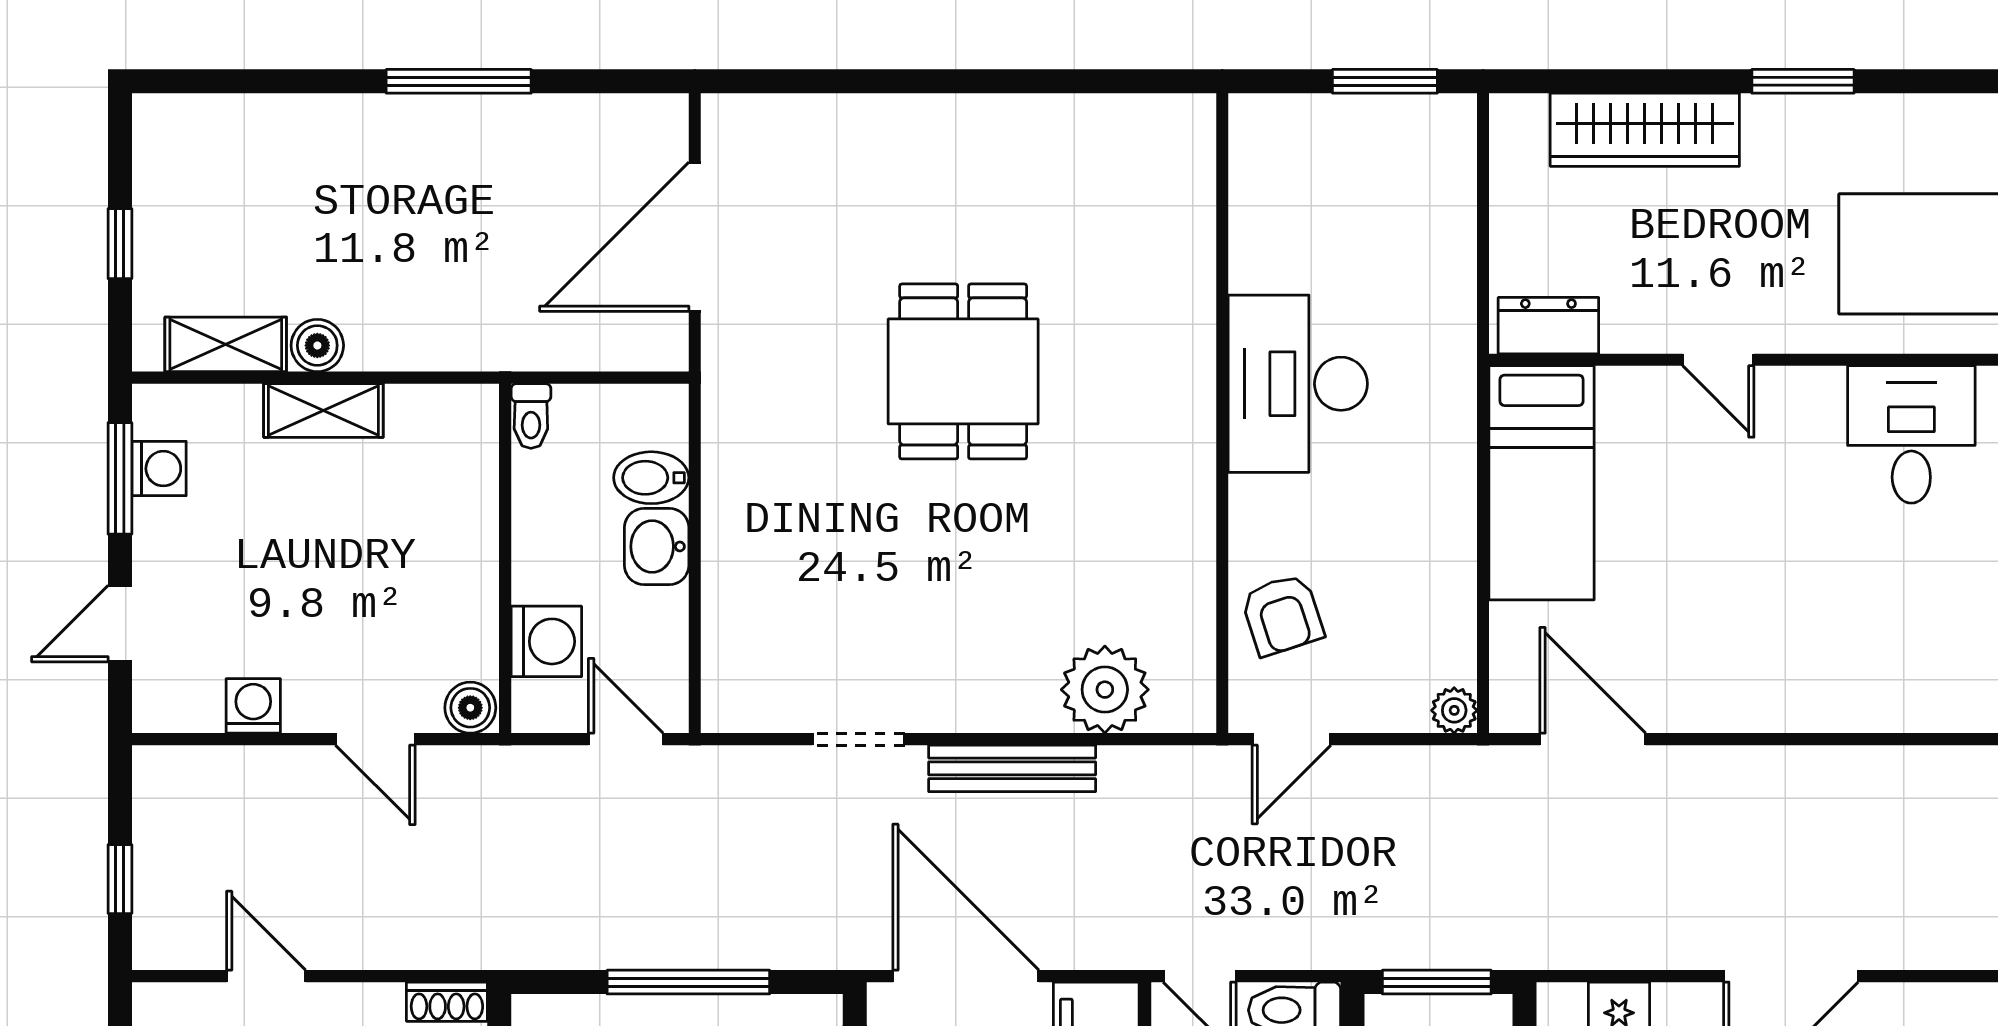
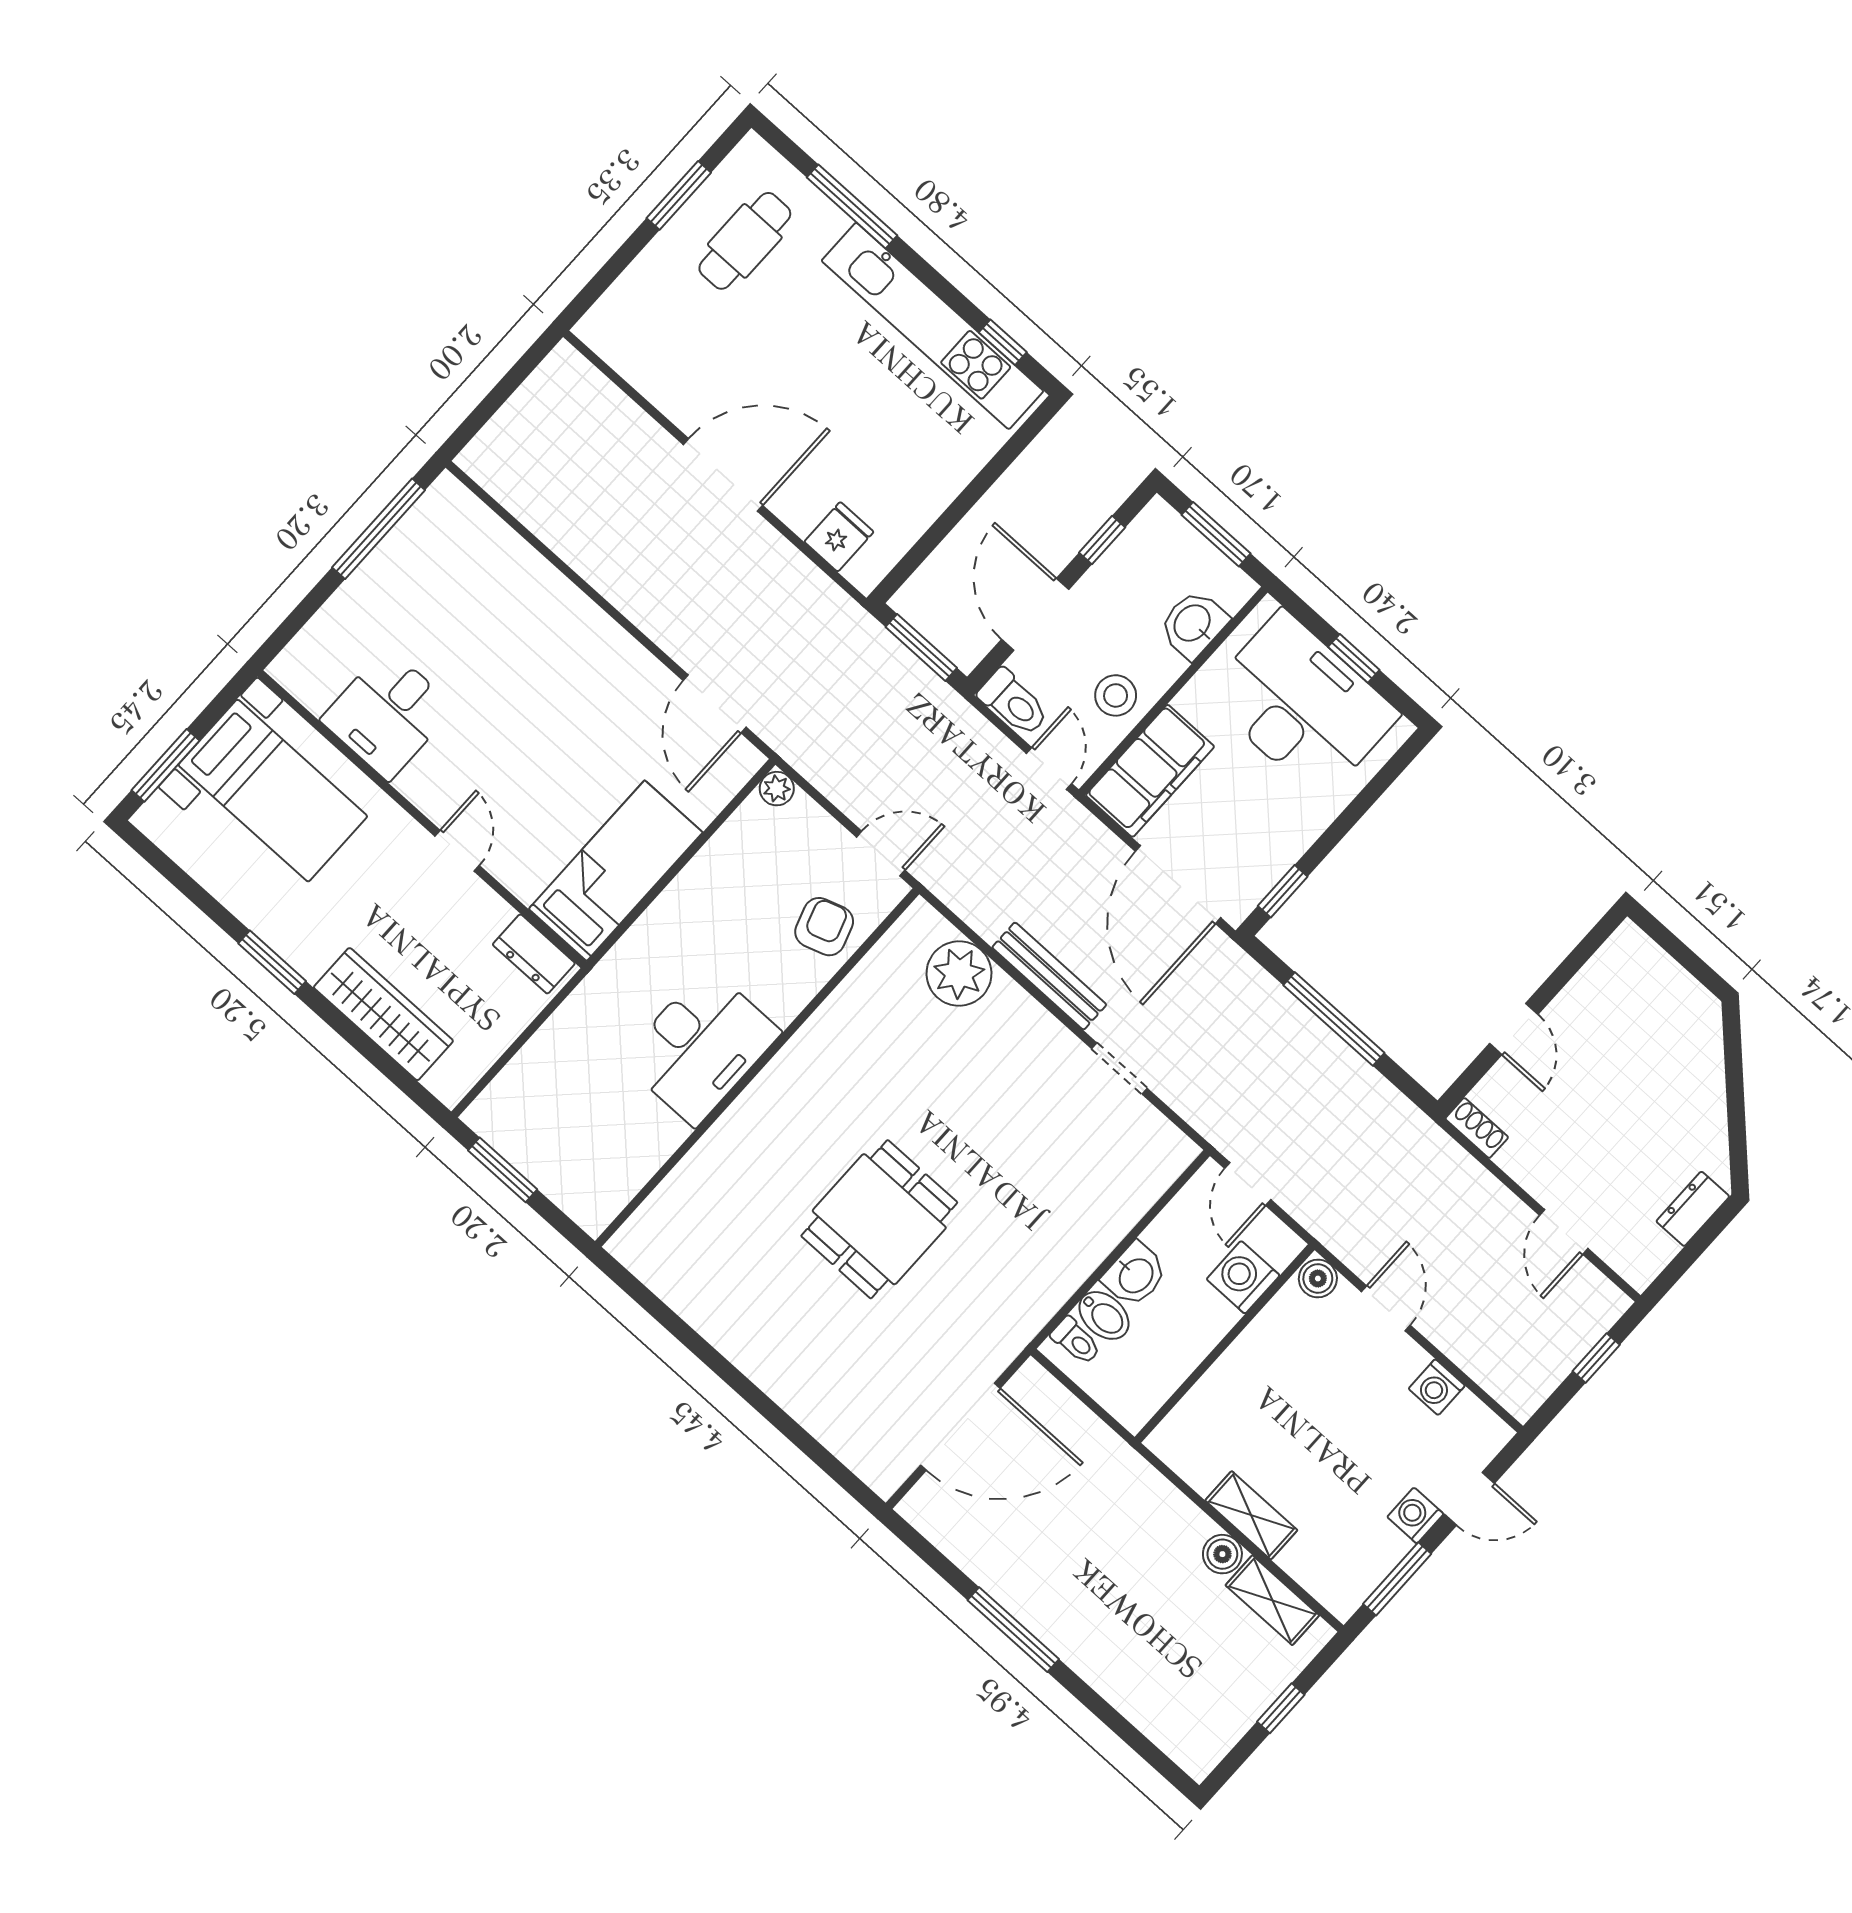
toilet: (531, 416) -> (1076, 1341), moved, turned 90
washing machine: (159, 469) -> (1415, 1515), moved

